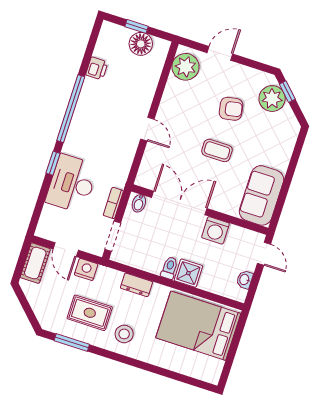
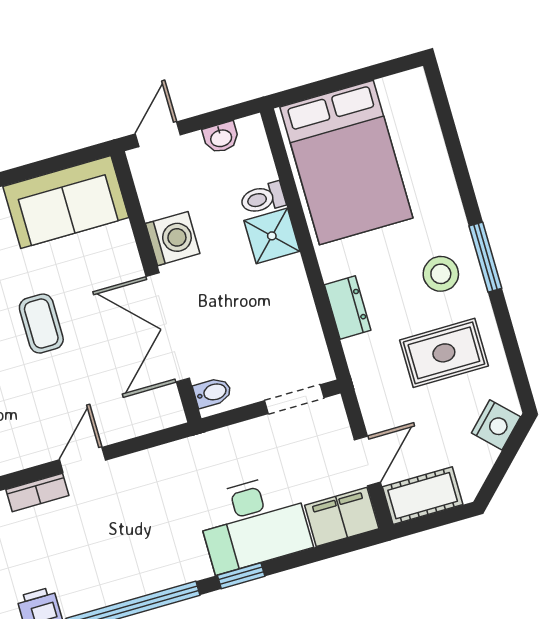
bookcase: (113, 203) -> (37, 493), moved
filing cabinet: (49, 223) -> (342, 517), added
toilet: (169, 268) -> (263, 198), moved
nightstand: (86, 269) -> (496, 425), moved, turned -135
rug: (90, 313) -> (444, 353), turned 90
window: (72, 343) -> (485, 257), moved

